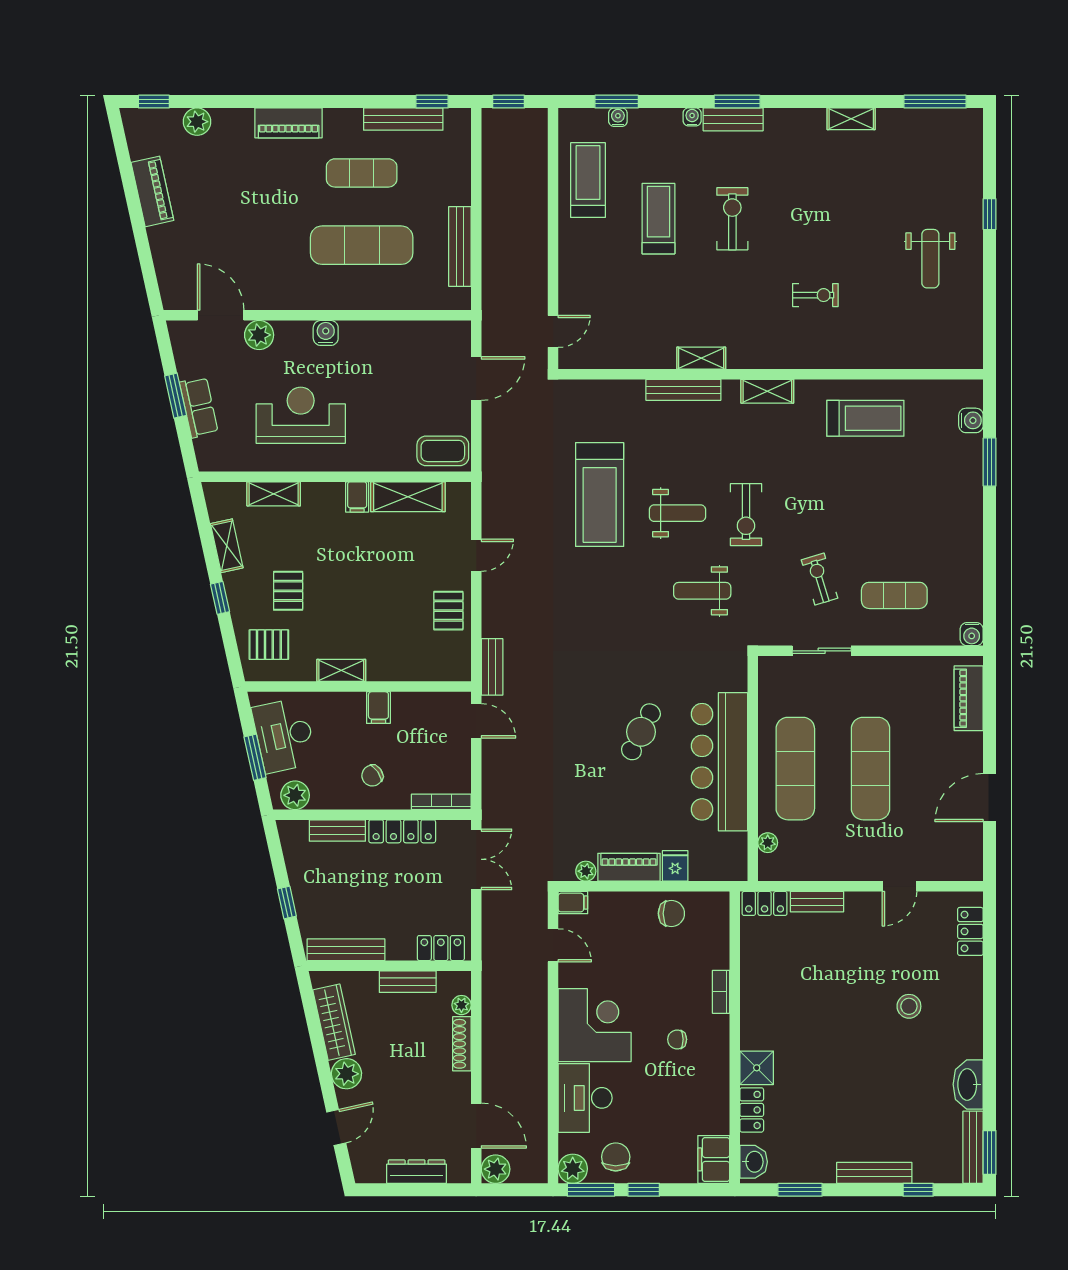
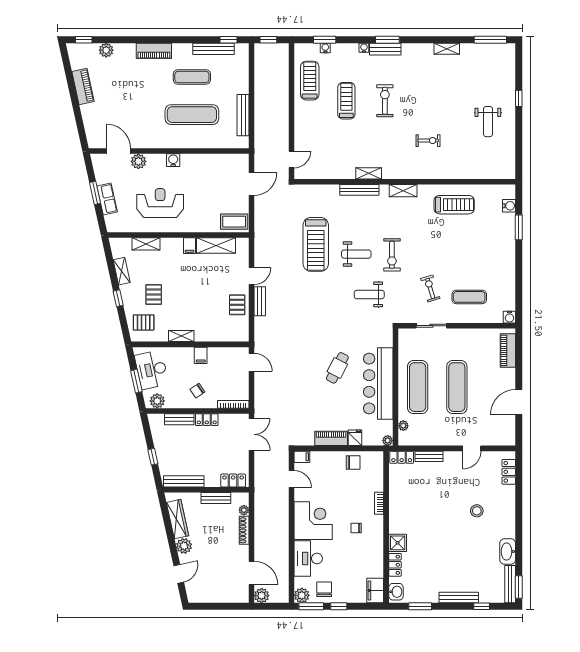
bench: (492, 667) -> (260, 301), moved
locker: (402, 831) -> (207, 420), width x0.66
plant: (586, 871) -> (388, 440), moved
dresser: (417, 1172) -> (220, 597), removed

